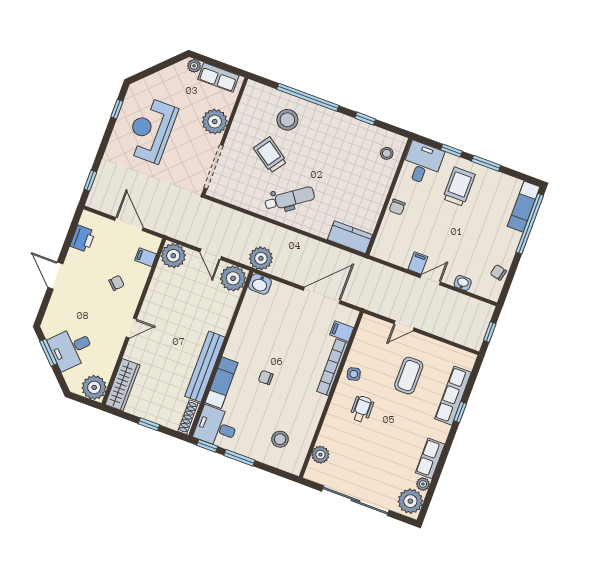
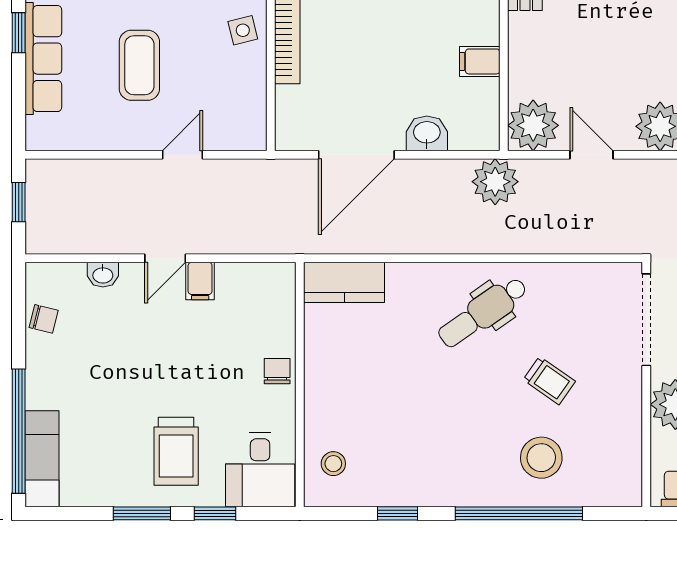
trolley: (270, 155) -> (549, 381), width x0.73, depth x0.72
washbasin: (260, 284) -> (427, 133), moved
filing cabinet: (342, 331) -> (480, 61), moved, turned 180

